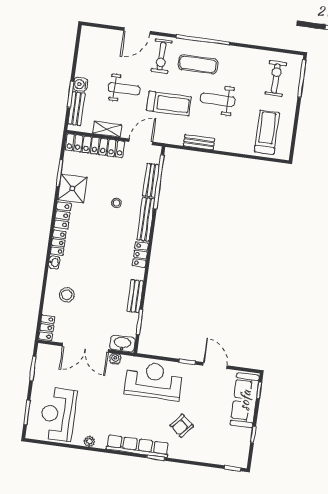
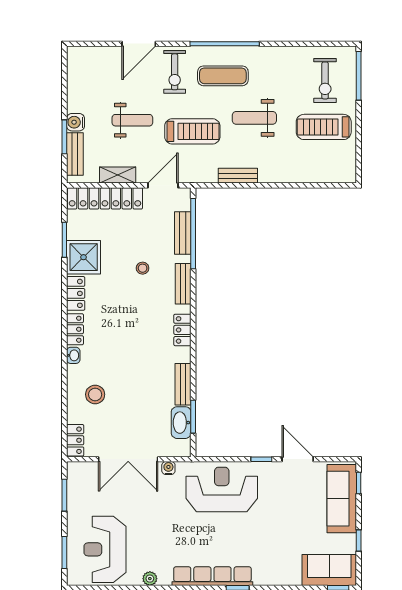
exercise bike: (276, 79) -> (325, 80), turned 180
treadmill: (267, 132) -> (324, 127), moved, turned -90
bench: (146, 219) -> (183, 284), width x0.73
washbasin: (122, 343) -> (181, 423), moved, turned -90
armchair: (182, 426) -> (265, 542), removed
sofa: (228, 454) -> (329, 570), added

